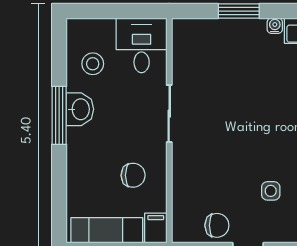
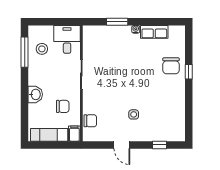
washbasin: (80, 109) -> (35, 94), moved
window: (59, 115) -> (25, 52), moved
chair: (217, 225) -> (90, 121), moved

